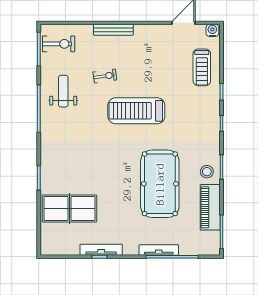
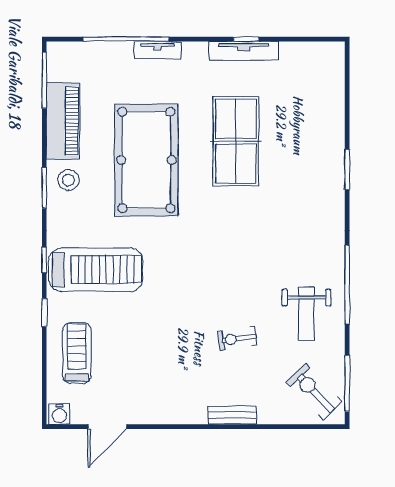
bench: (113, 30) -> (232, 415), width x0.73
exercise bike: (59, 44) -> (314, 392), turned 46
treadmill: (136, 111) -> (96, 270), moved
table tennis table: (69, 208) -> (236, 141), moved, turned 90
tv unit: (159, 250) -> (158, 50), width x0.71

